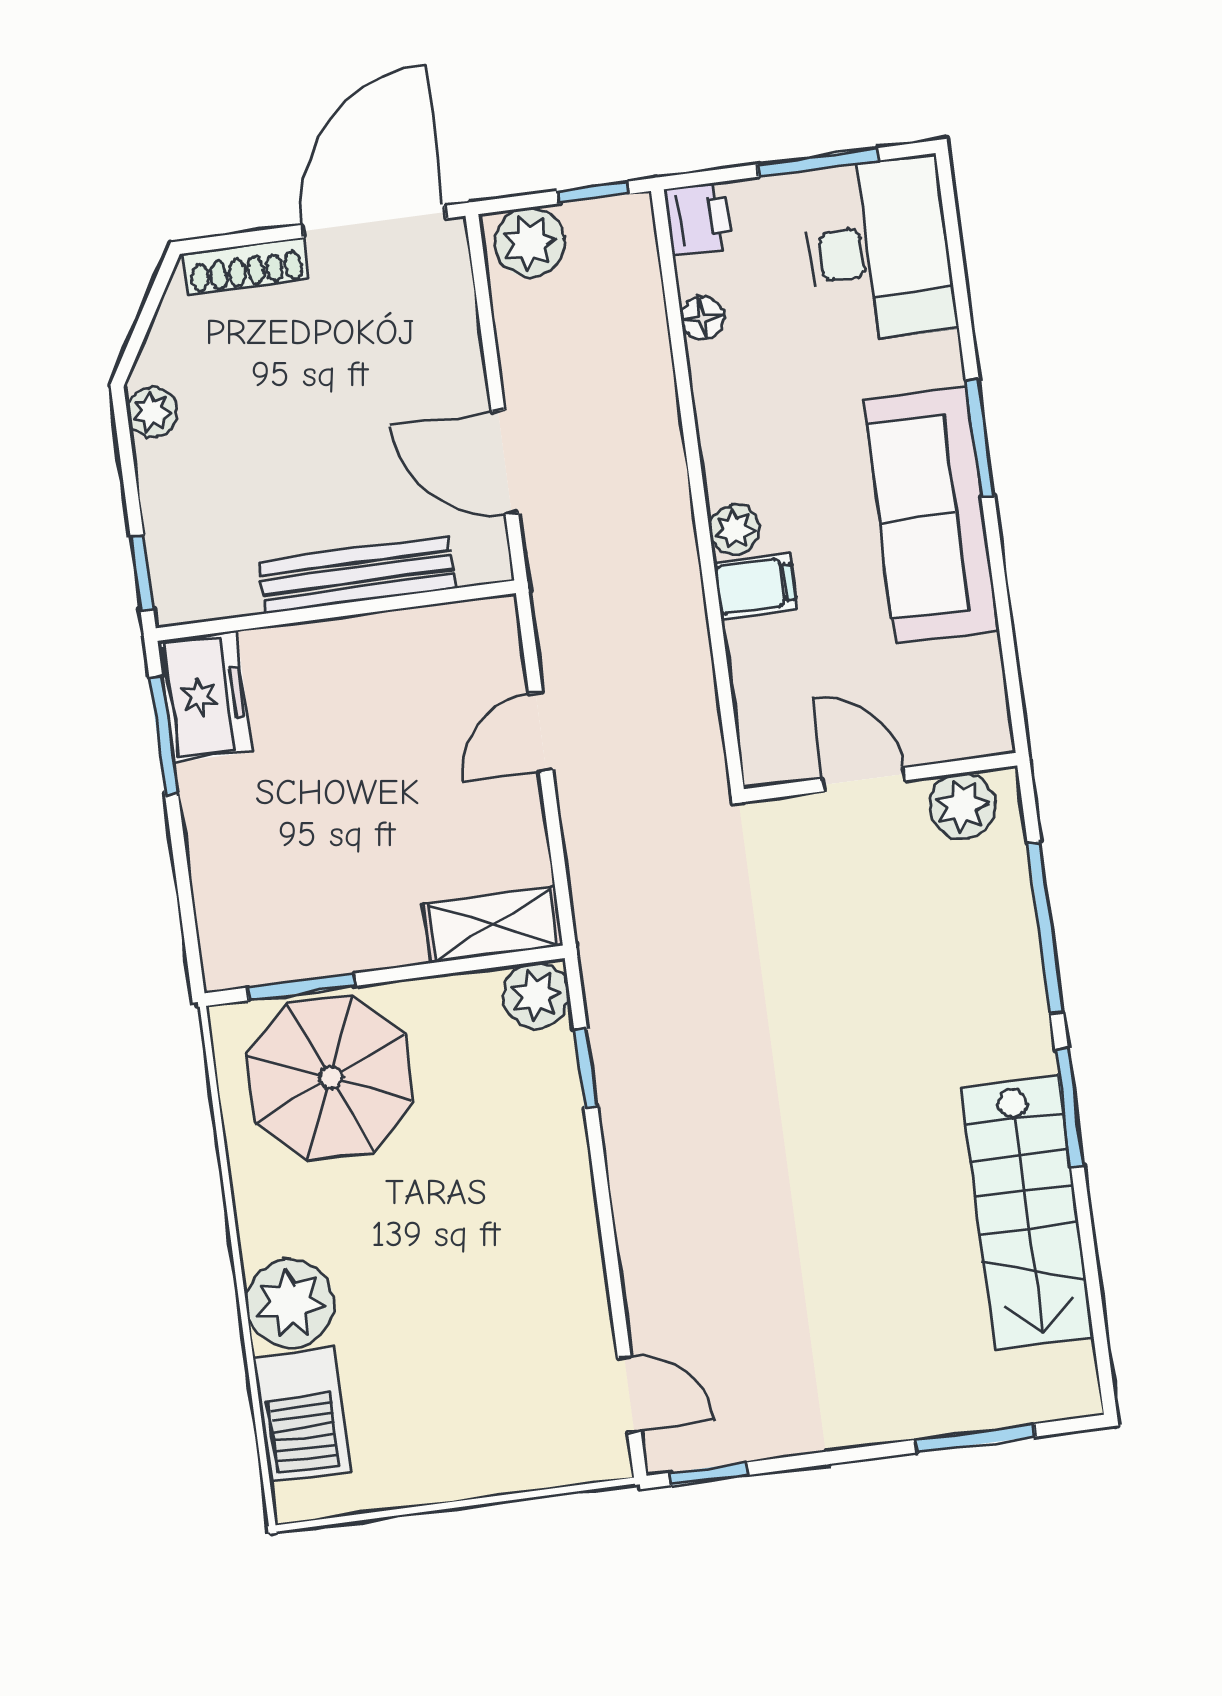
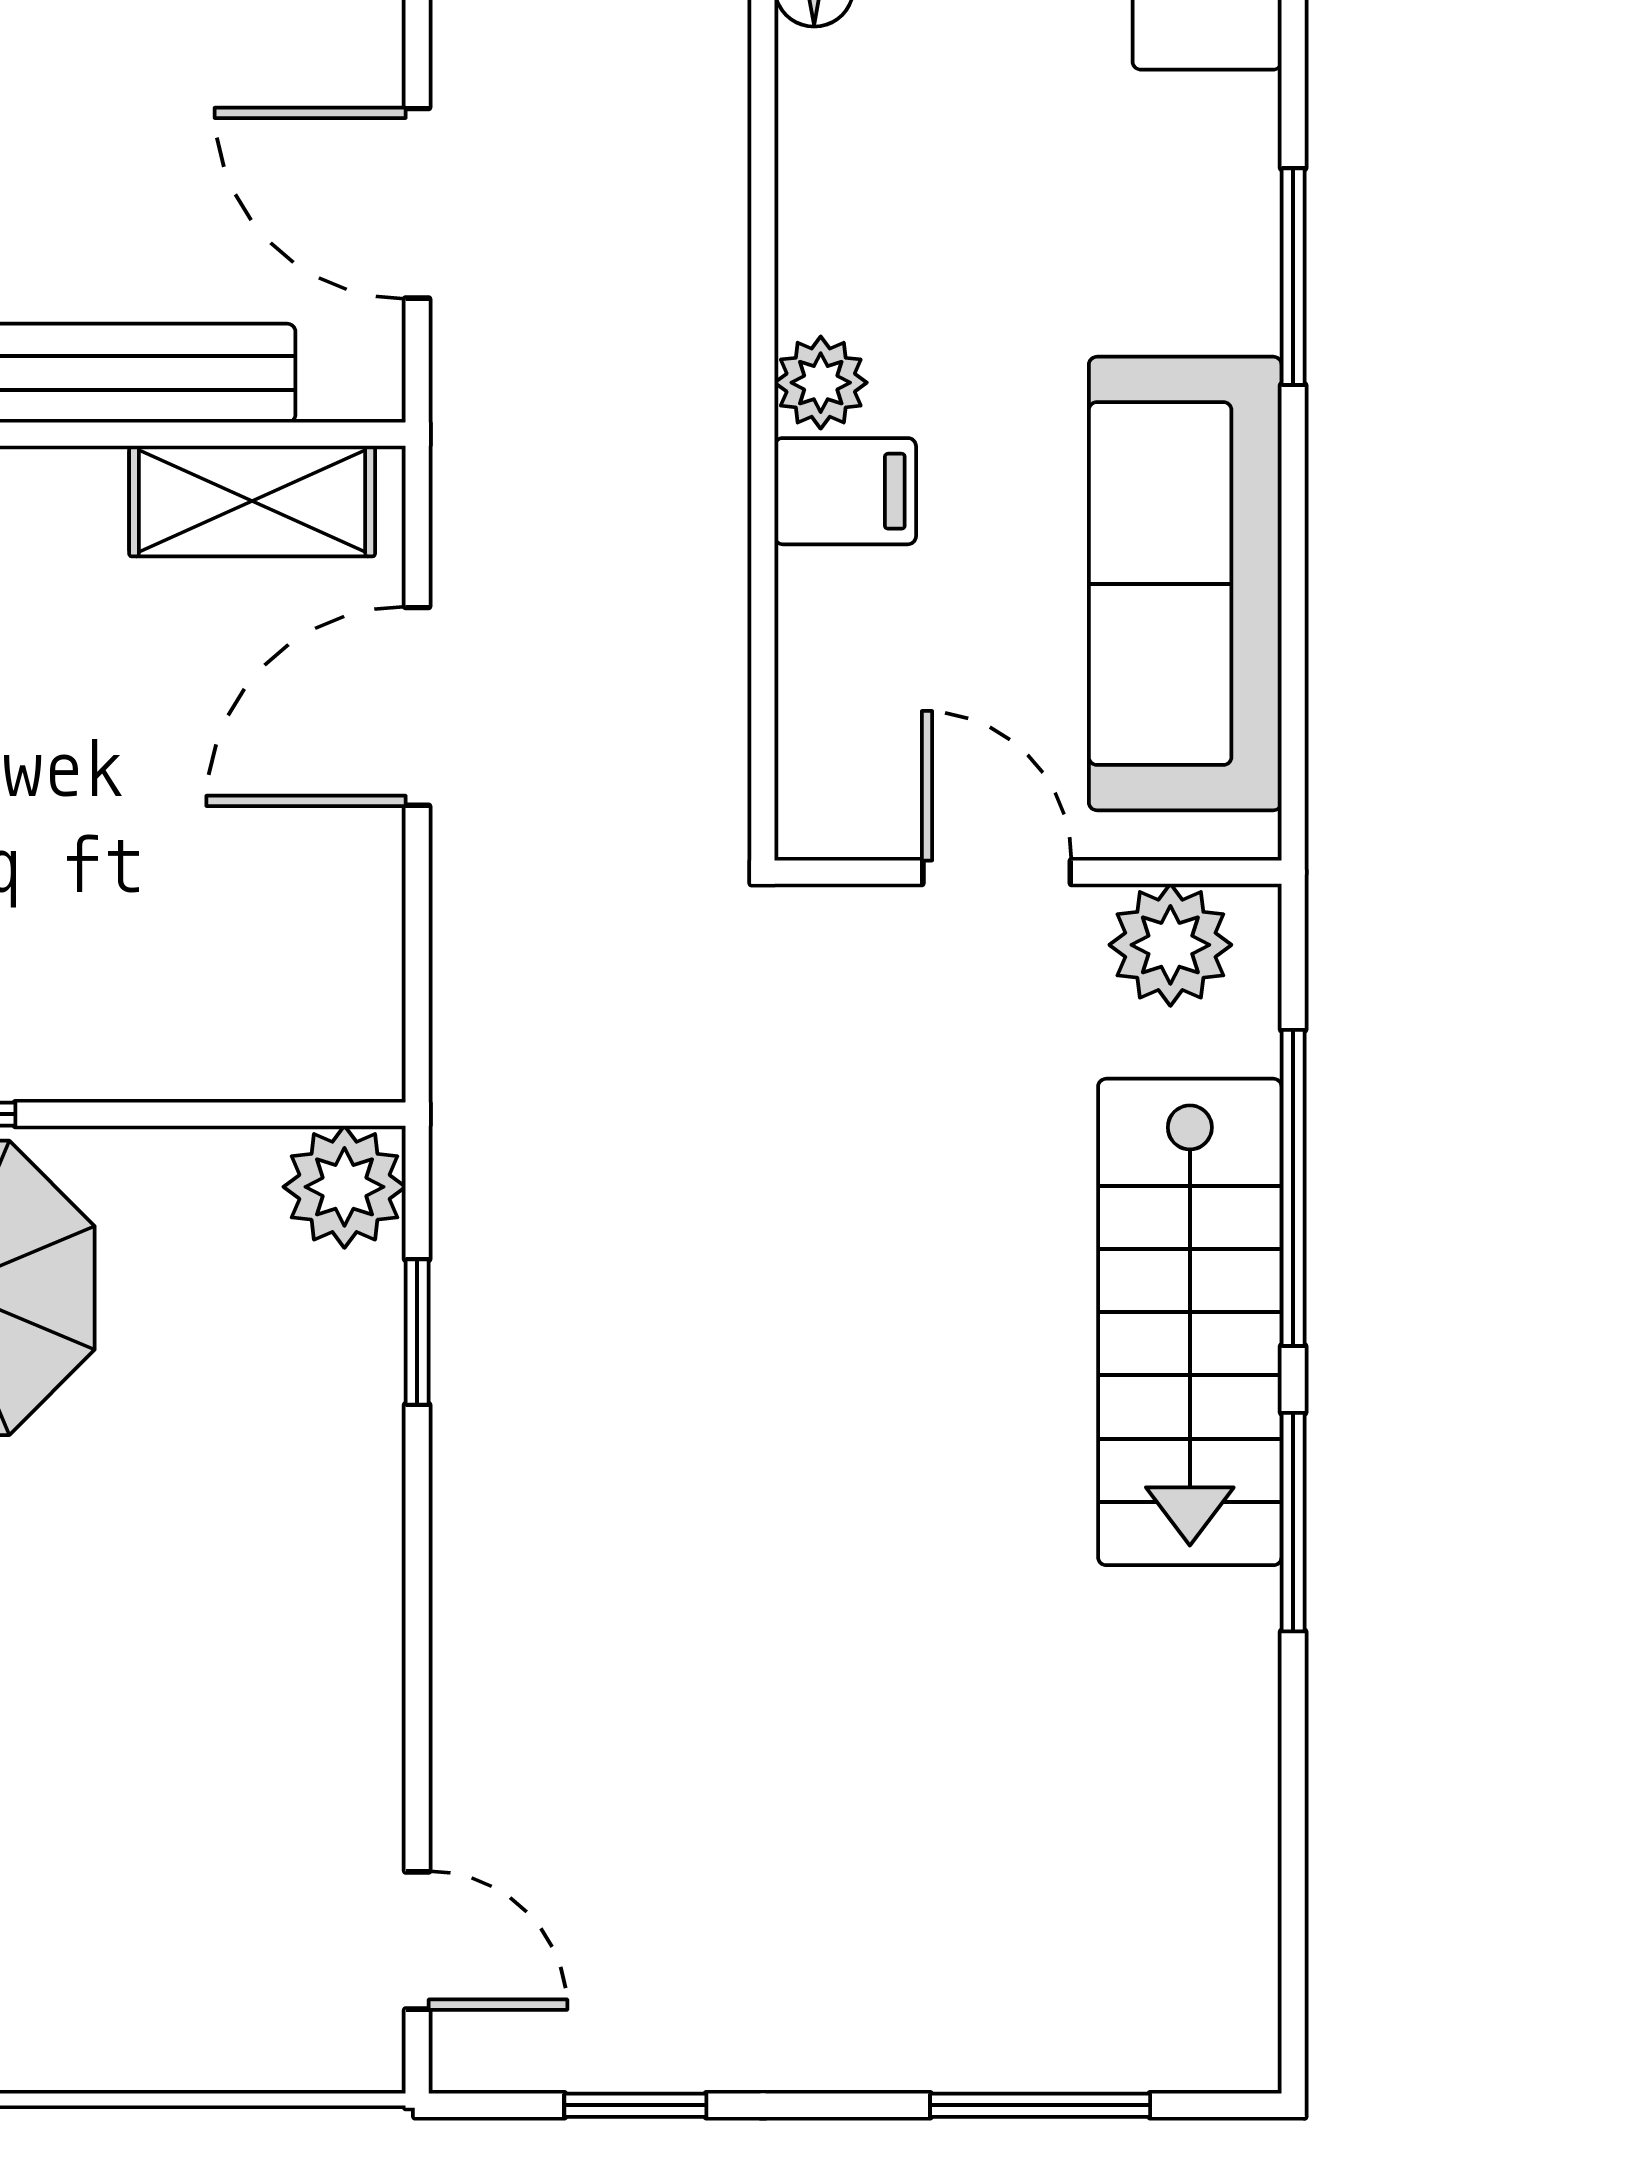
sofa: (931, 515) -> (1185, 584), moved
door: (541, 732) -> (417, 706), width x1.38
shelving: (493, 925) -> (252, 501), moved
stairs: (1027, 1213) -> (1190, 1322), moved
window: (708, 1474) -> (635, 2105), moved

